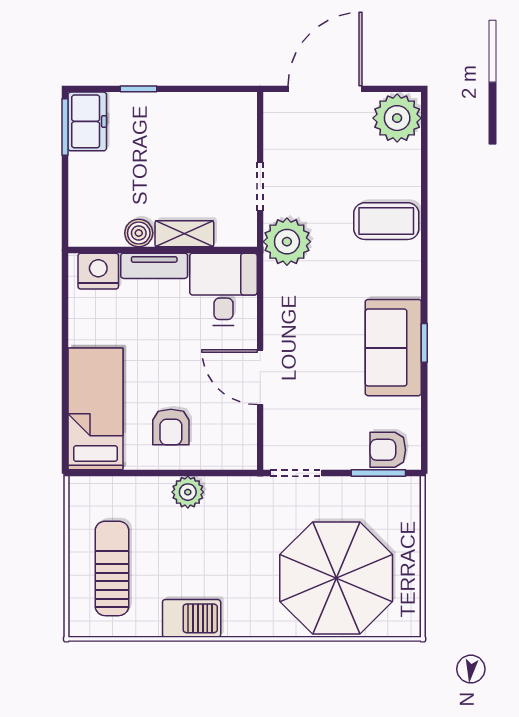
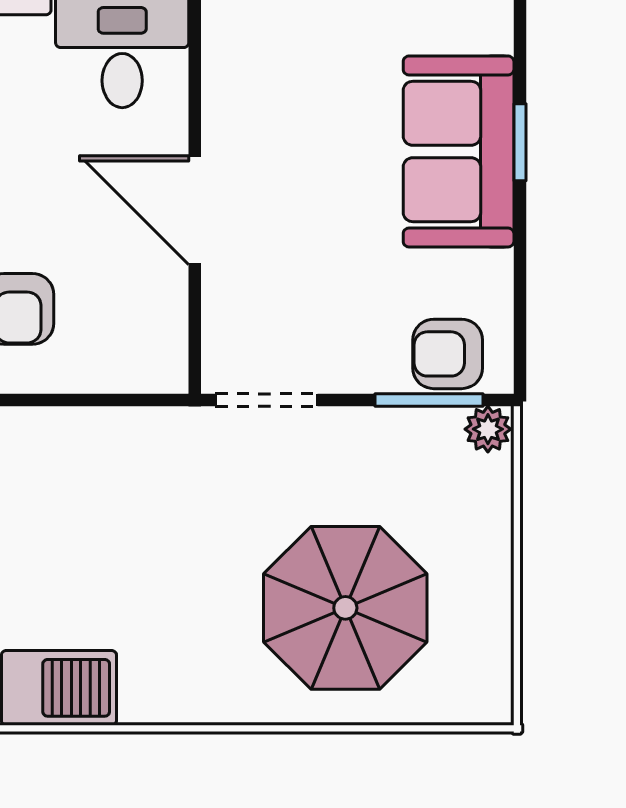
plant: (188, 492) -> (488, 429), moved, width x0.73, depth x0.73
parasol: (336, 578) -> (345, 608), width x0.73, depth x0.73

